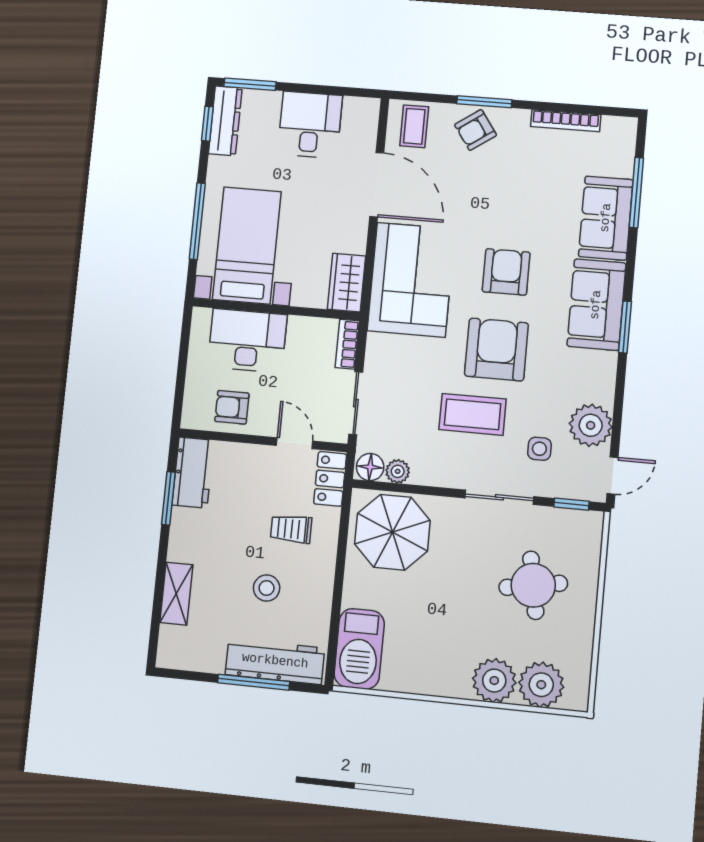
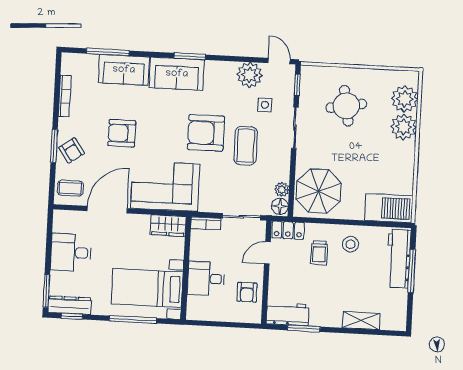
armchair: (506, 272) -> (122, 133), moved
desk: (247, 341) -> (206, 279), width x0.73
stool: (267, 588) -> (350, 244), moved

